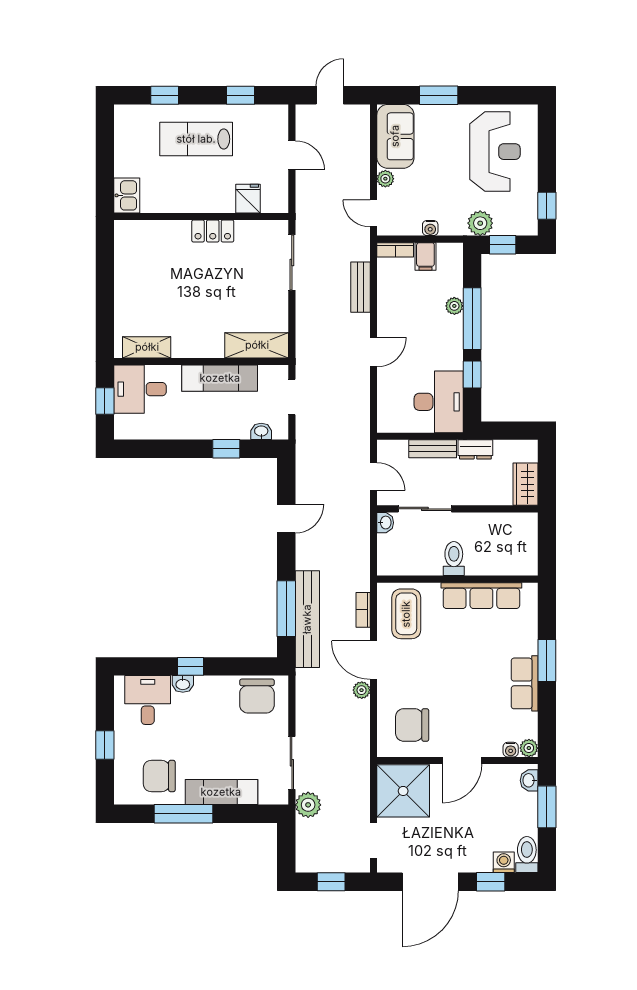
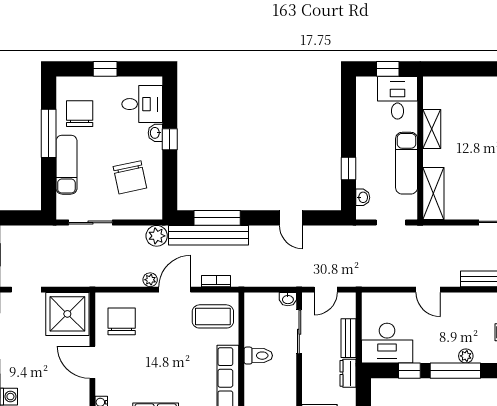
shelving: (147, 347) -> (432, 129), moved
chair: (257, 696) -> (130, 177), moved, turned -102
plant: (308, 805) -> (157, 236), moved

